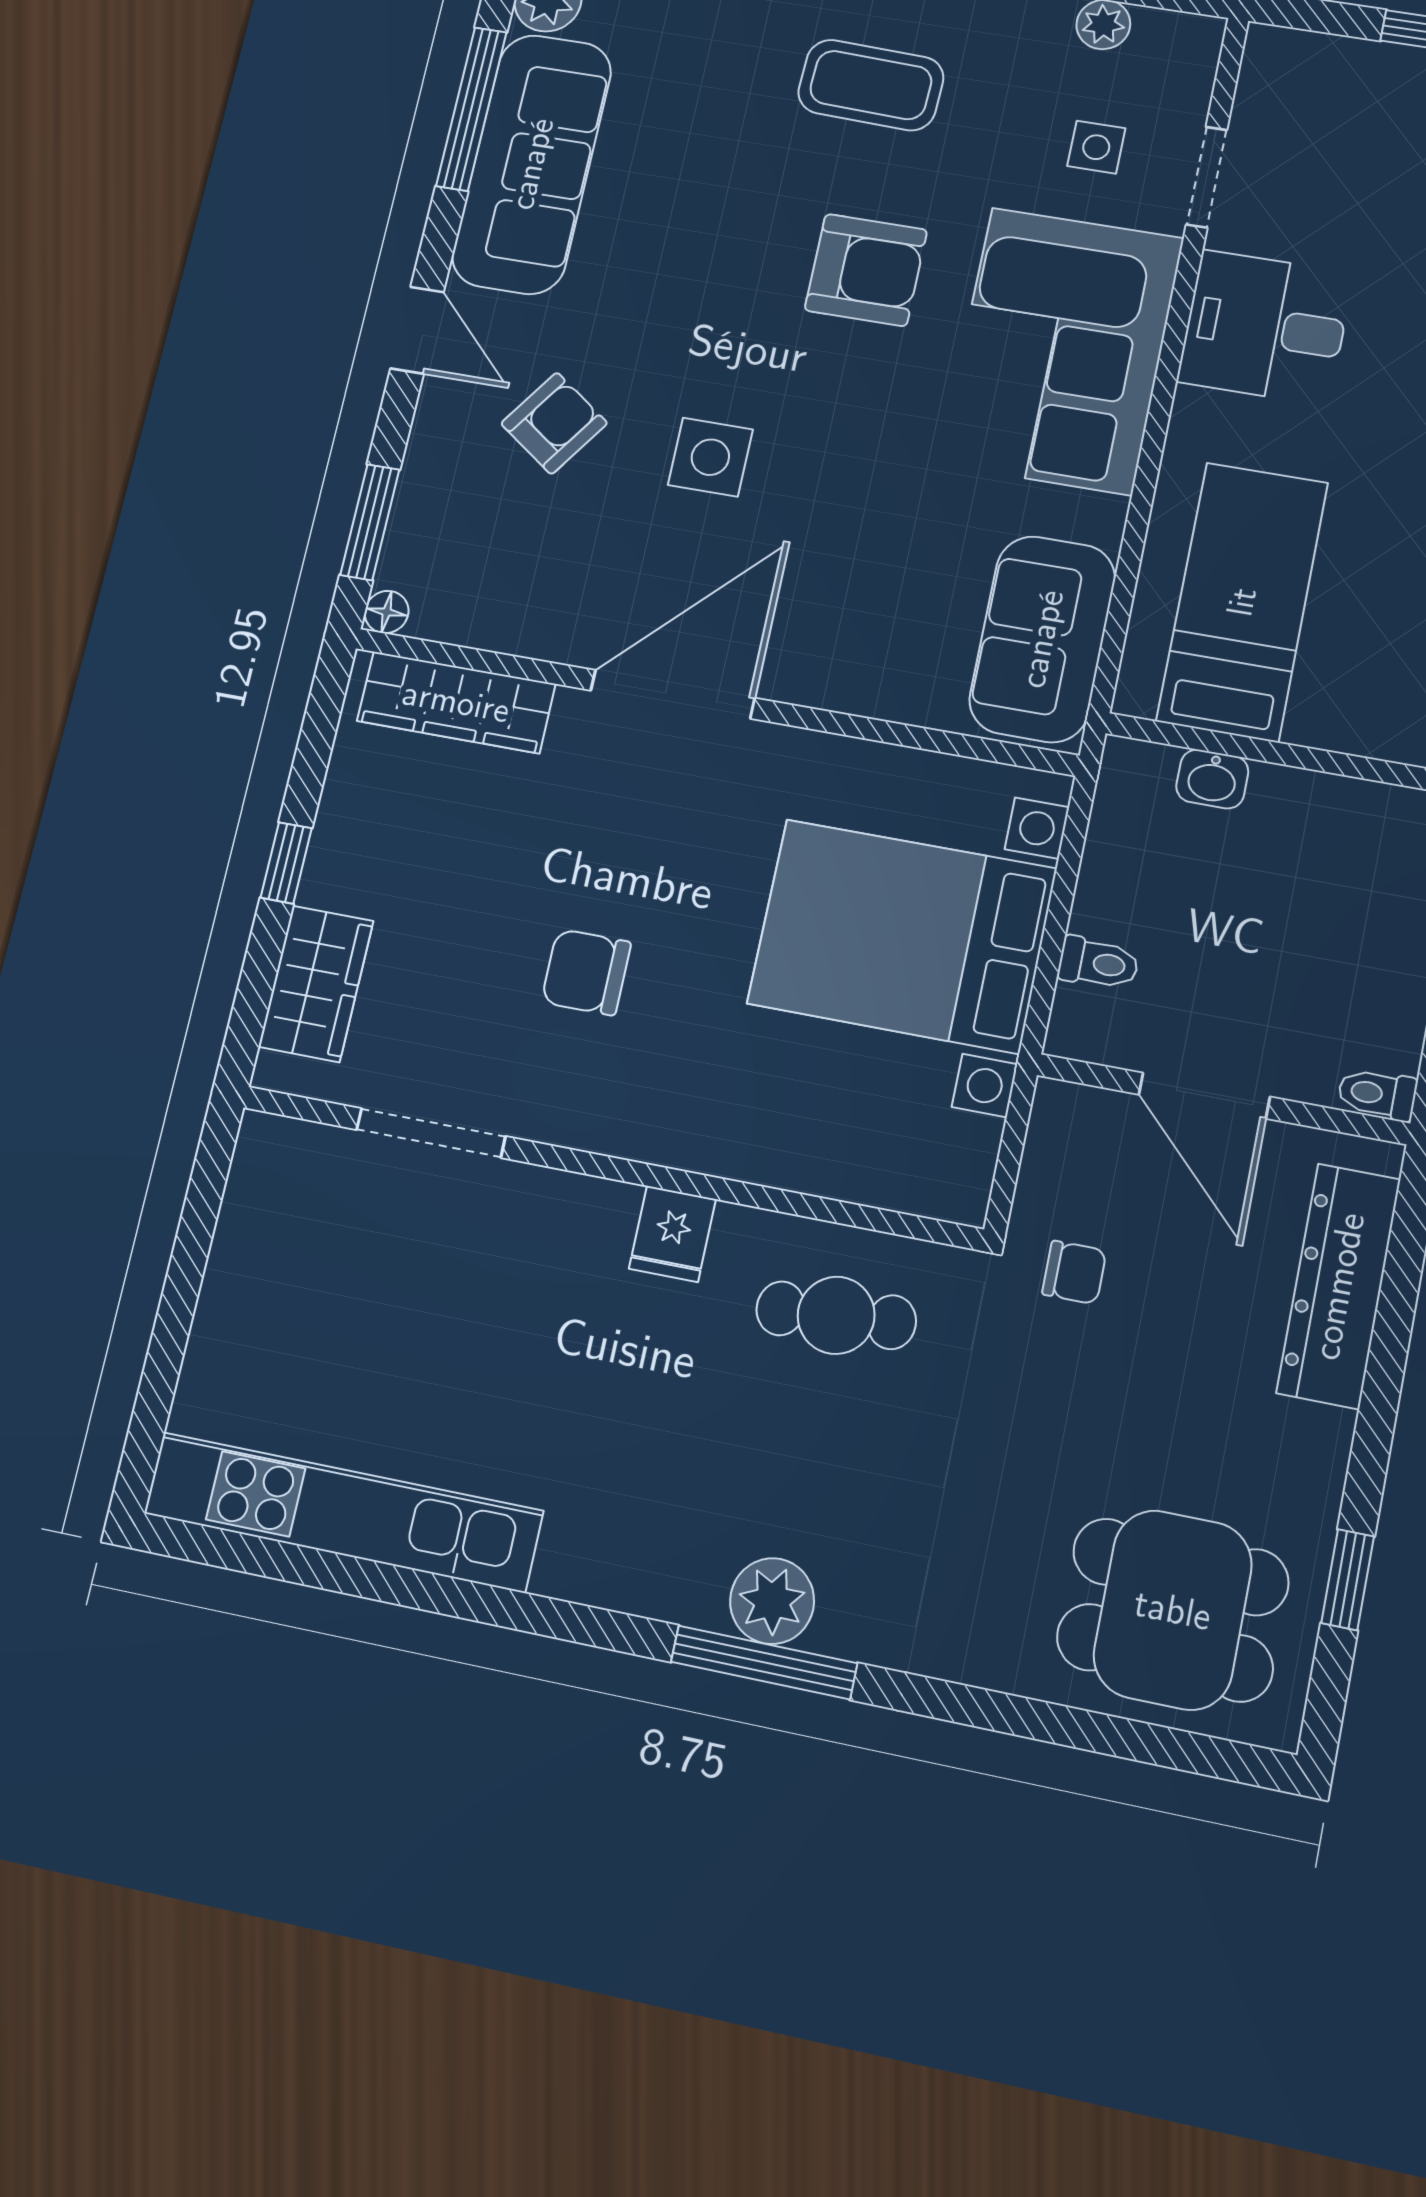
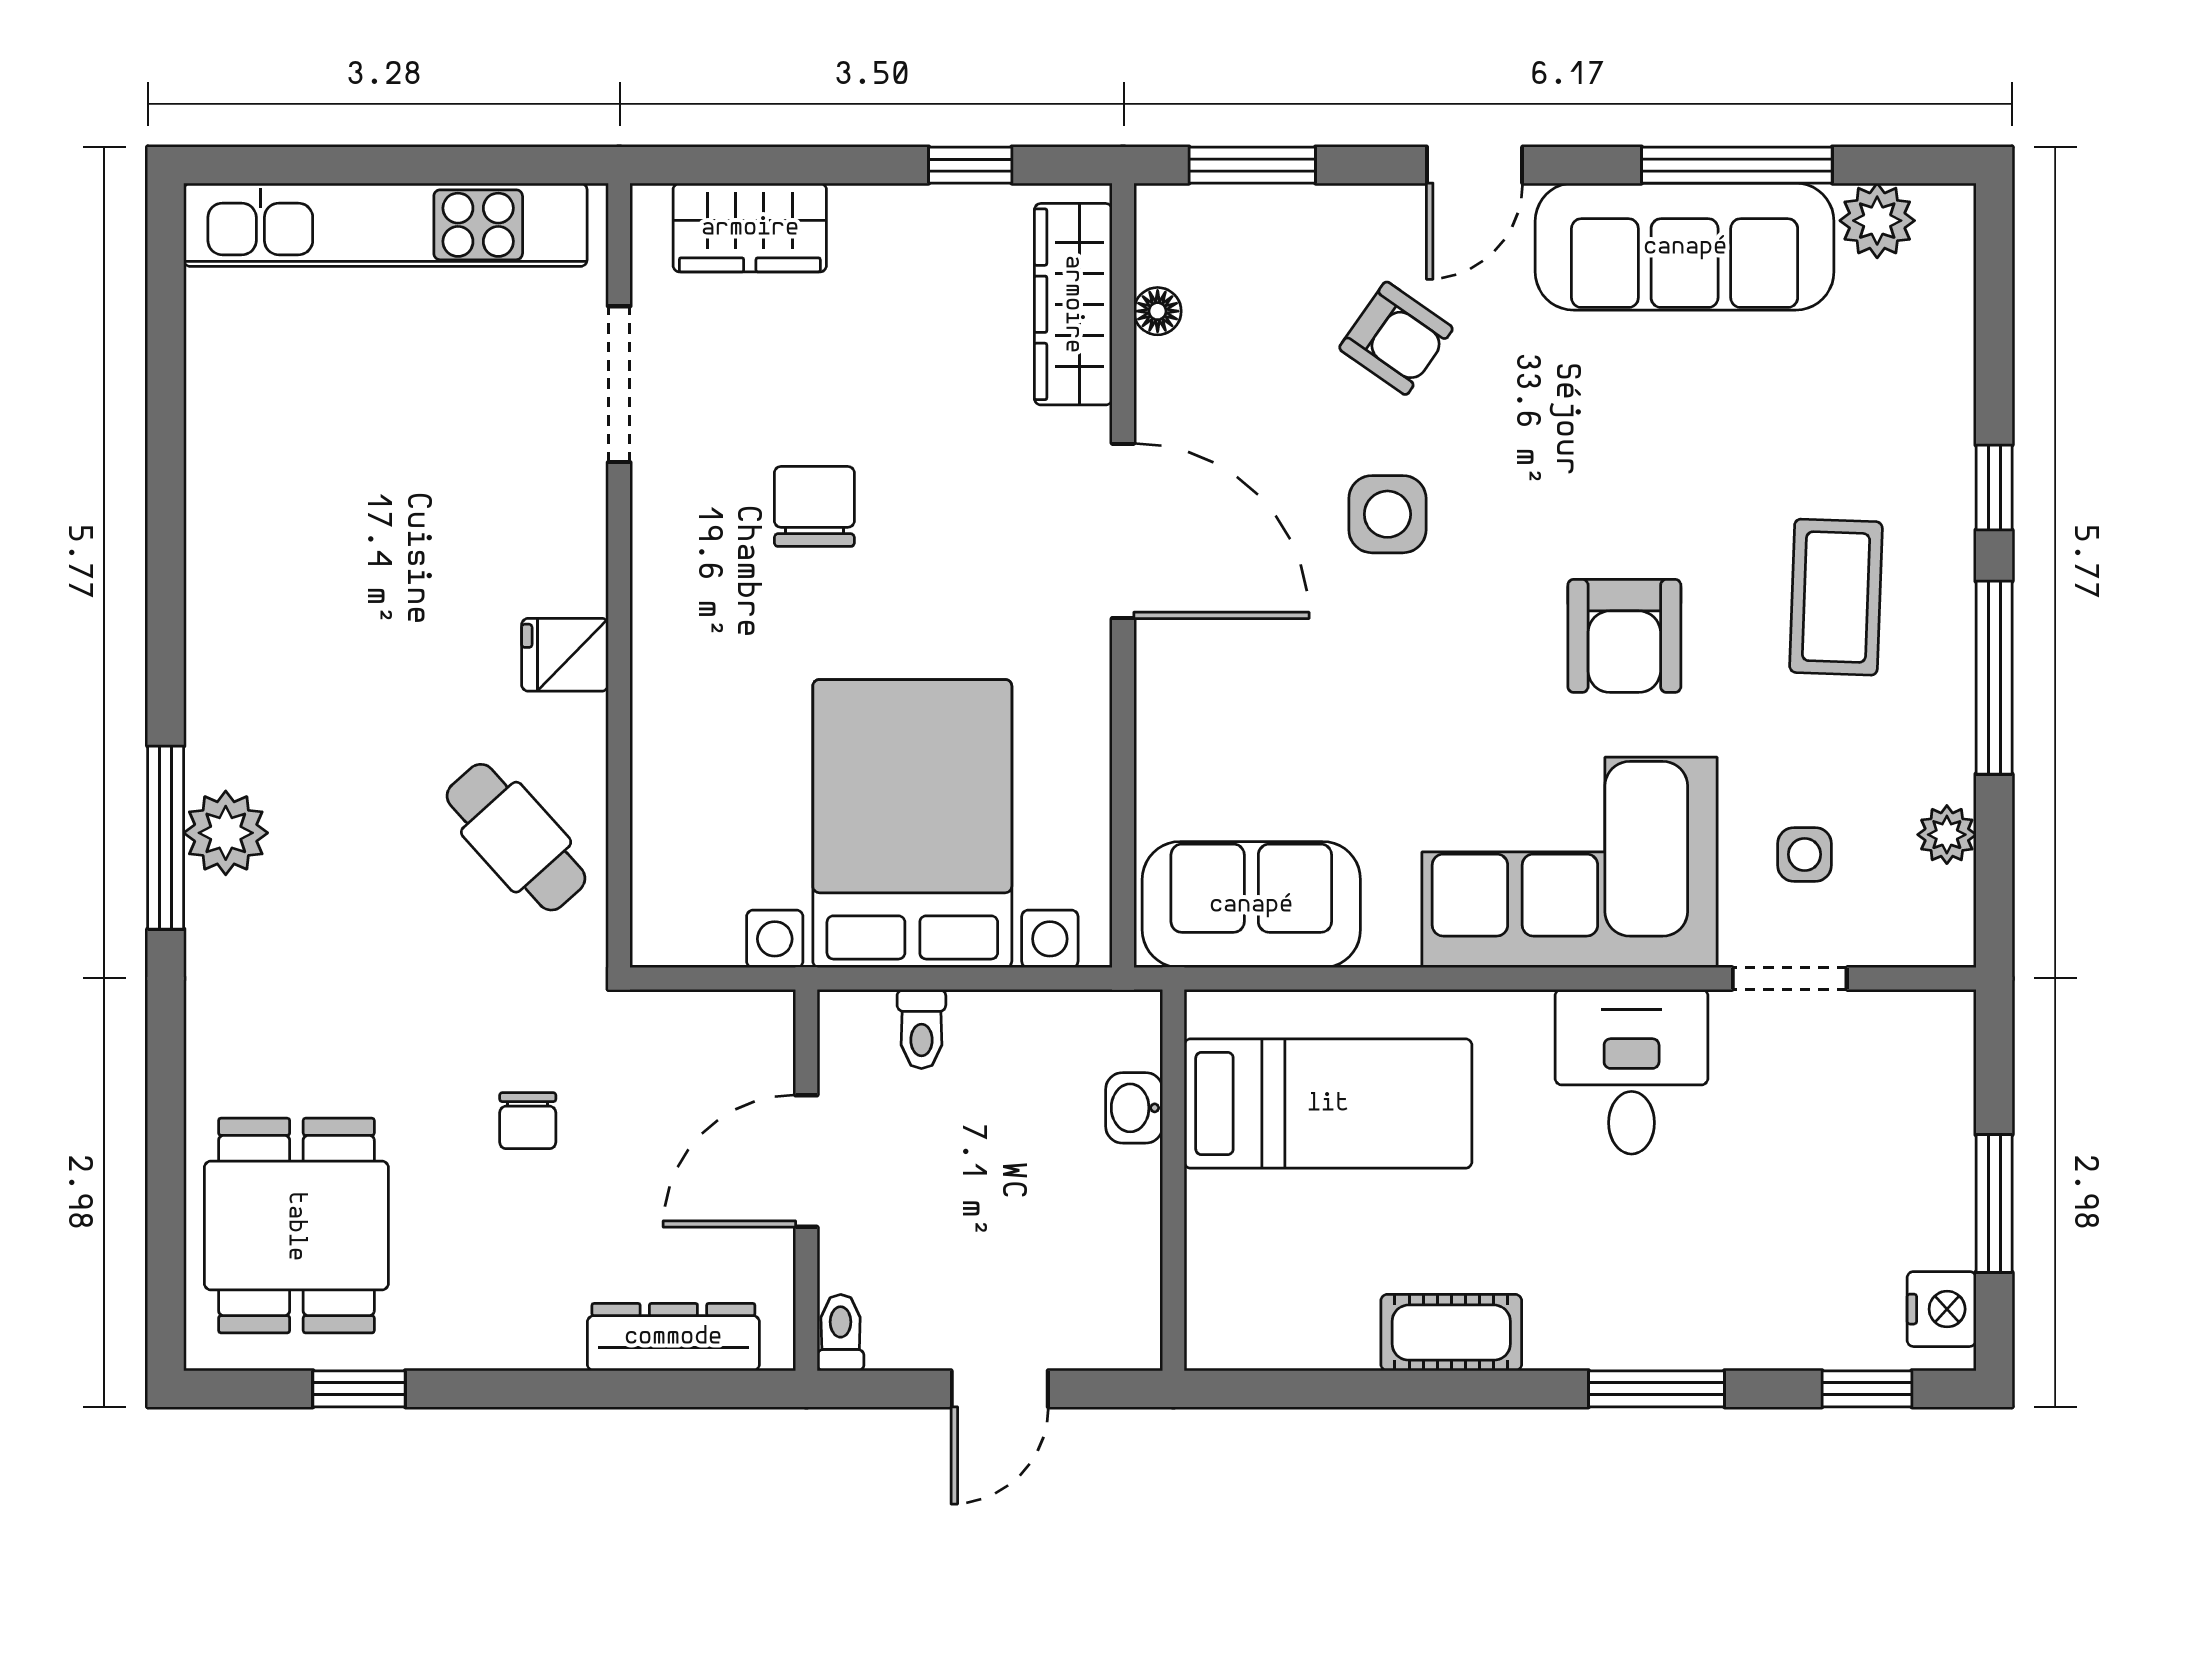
floor lamp: (387, 612) -> (1158, 311), moved
window: (286, 863) -> (970, 165), moved
chair: (1074, 1272) -> (528, 1121), moved
dresser: (1339, 1286) -> (673, 1337), width x0.73, depth x0.80
cafe table: (836, 1315) -> (516, 837), turned -38
kitchen unit: (343, 1512) -> (385, 225), moved, turned 90

